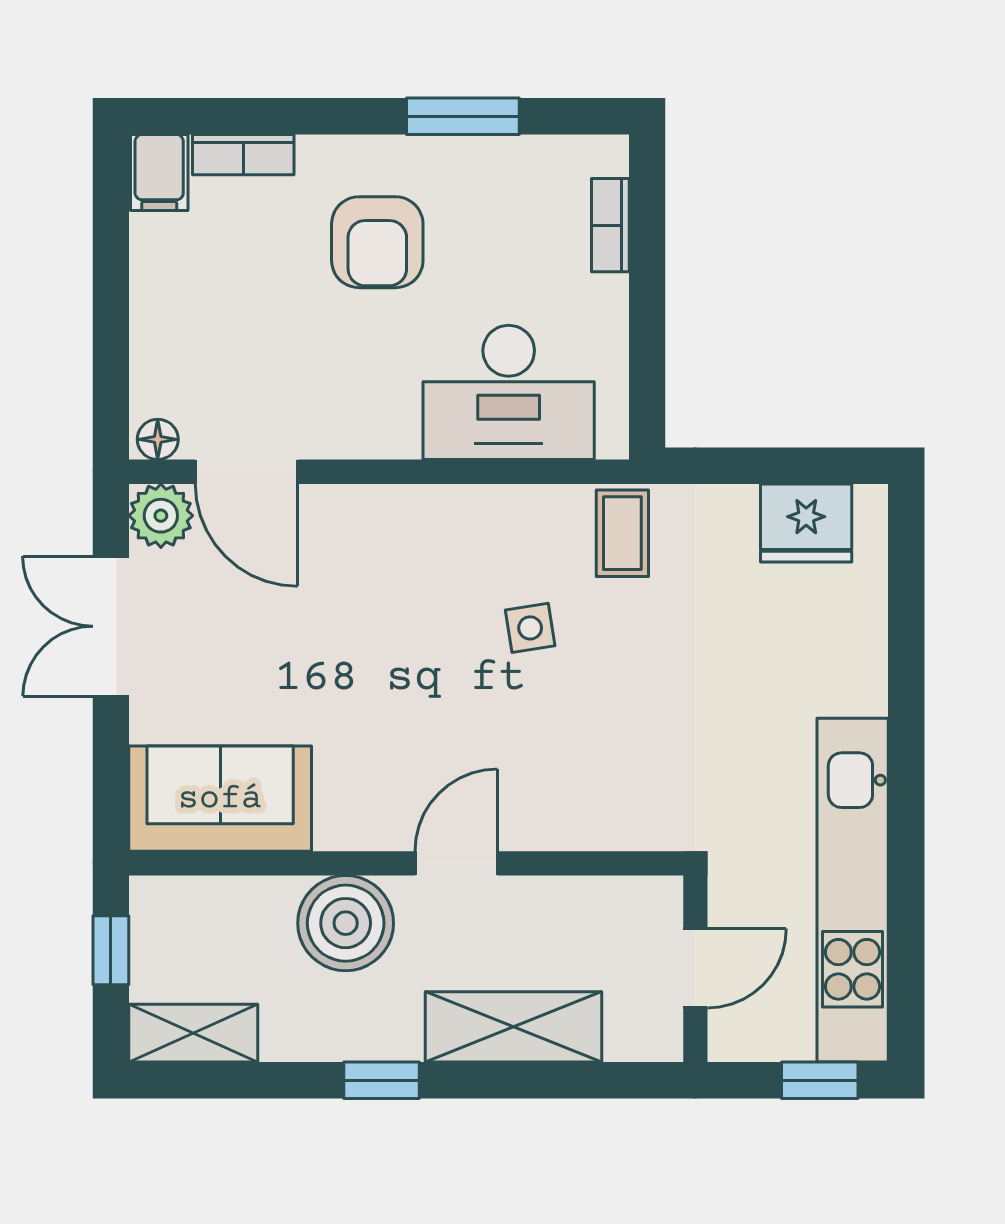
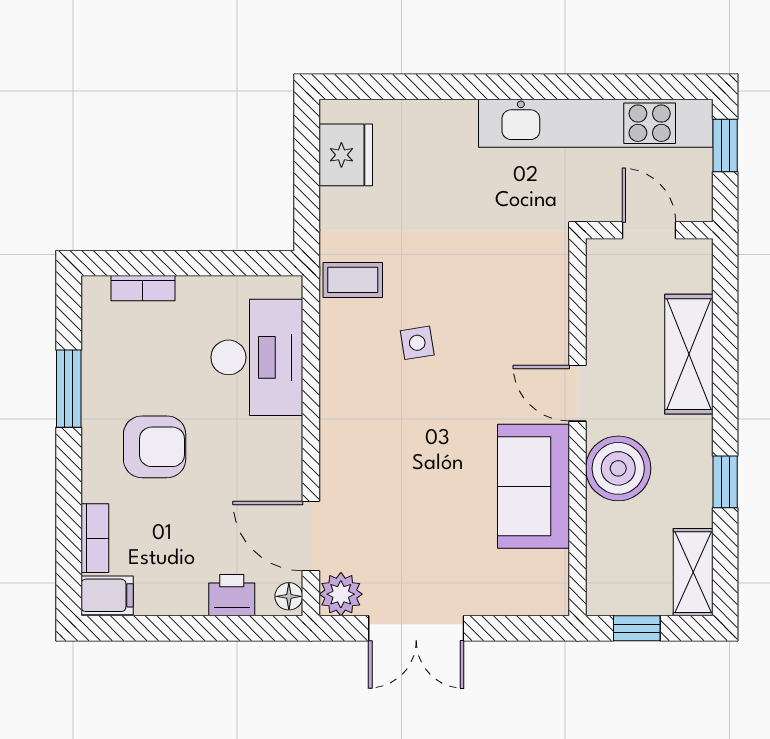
printer: (159, 356) -> (232, 595), added
door: (246, 472) -> (311, 536), swing flipped
sofa: (220, 799) -> (533, 486), moved
window: (381, 1080) -> (725, 482), moved

